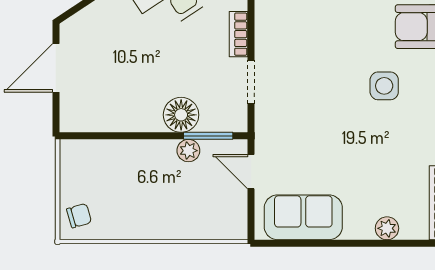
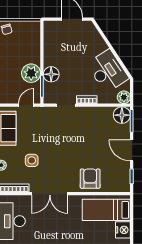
side table: (384, 86) -> (32, 160), moved
plant: (188, 151) -> (31, 73), width x1.88, depth x1.88

